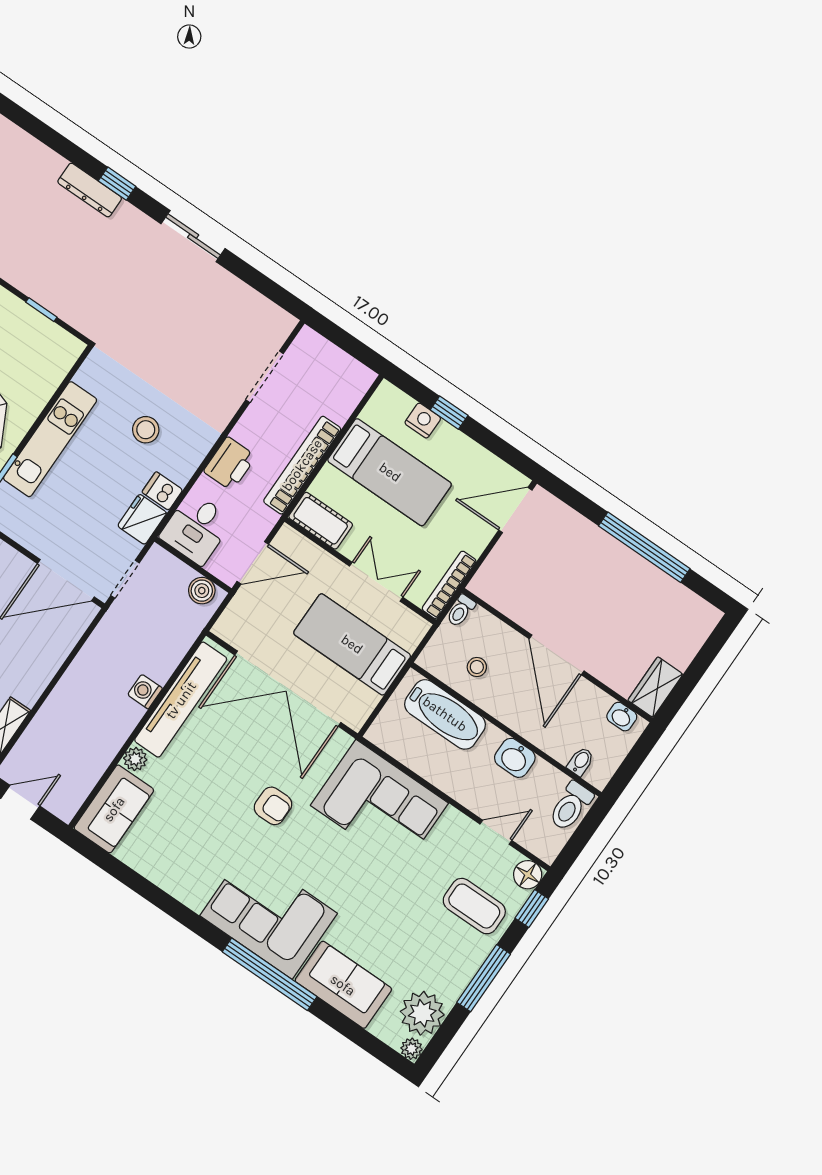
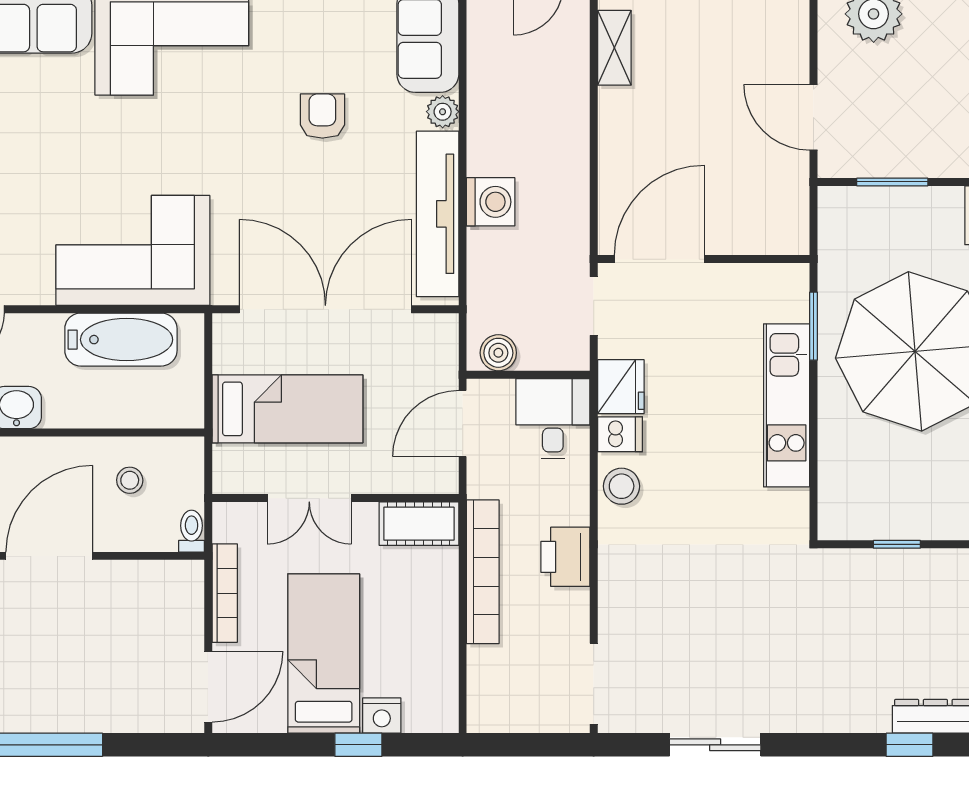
sliding door: (193, 236) -> (715, 745), moved
doorway: (265, 377) -> (594, 684), moved
stool: (146, 430) -> (622, 486), moved
printer: (230, 464) -> (565, 557), moved
bed: (390, 472) -> (324, 653), moved, turned 90
bookcase: (449, 585) -> (225, 593), moved
door: (557, 655) -> (49, 556), hinge flipped
washing machine: (145, 691) -> (491, 202), width x1.38, depth x1.38
bathtub: (445, 714) -> (121, 340), moved, turned 180
armchair: (273, 806) -> (322, 116), moved, turned 90

